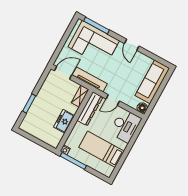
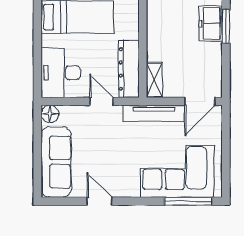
door: (132, 45) -> (99, 201), moved
door: (113, 100) -> (101, 101), hinge flipped
freezer: (64, 121) -> (211, 24), moved, turned 180

